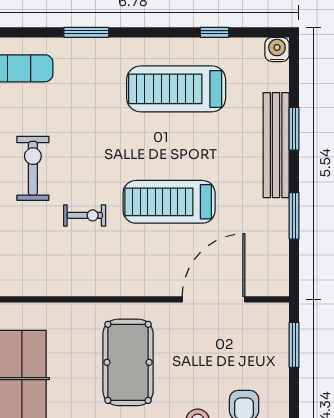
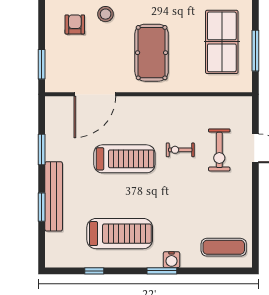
window: (86, 32) -> (162, 271), moved
water cooler: (277, 49) -> (171, 260), moved
exercise bike: (33, 168) -> (219, 150), moved

